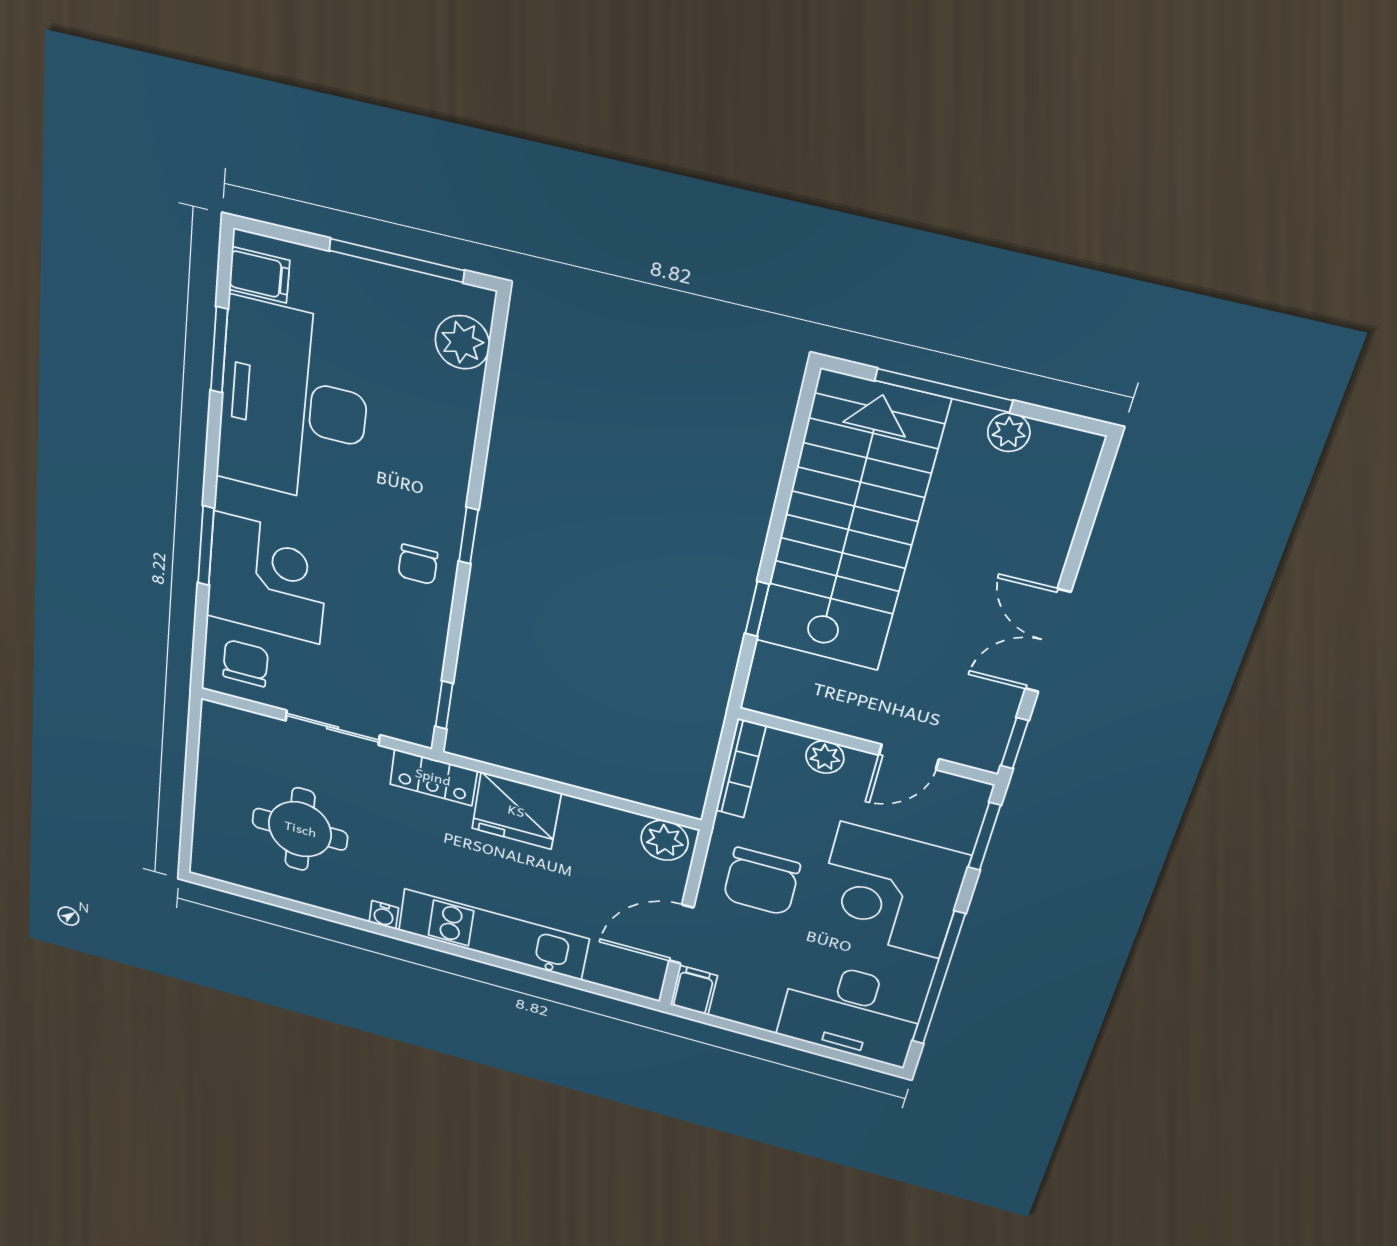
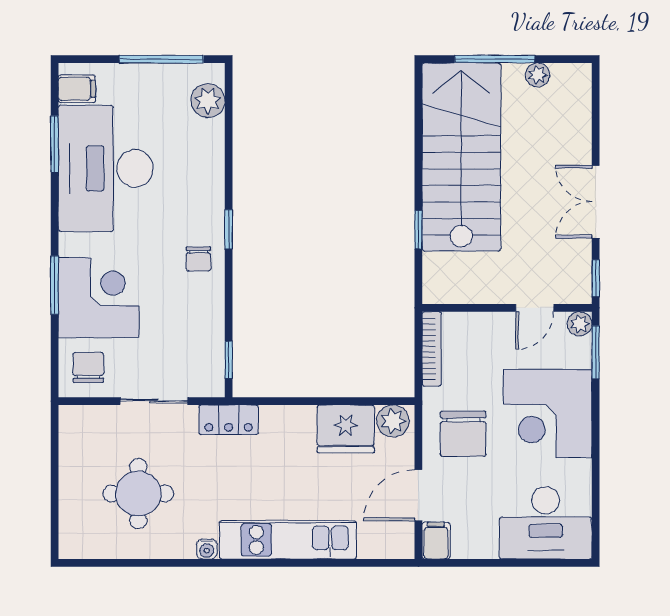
plant: (825, 757) -> (580, 324), moved
fridge: (516, 811) -> (346, 429), moved
window: (938, 979) -> (596, 474), removed

